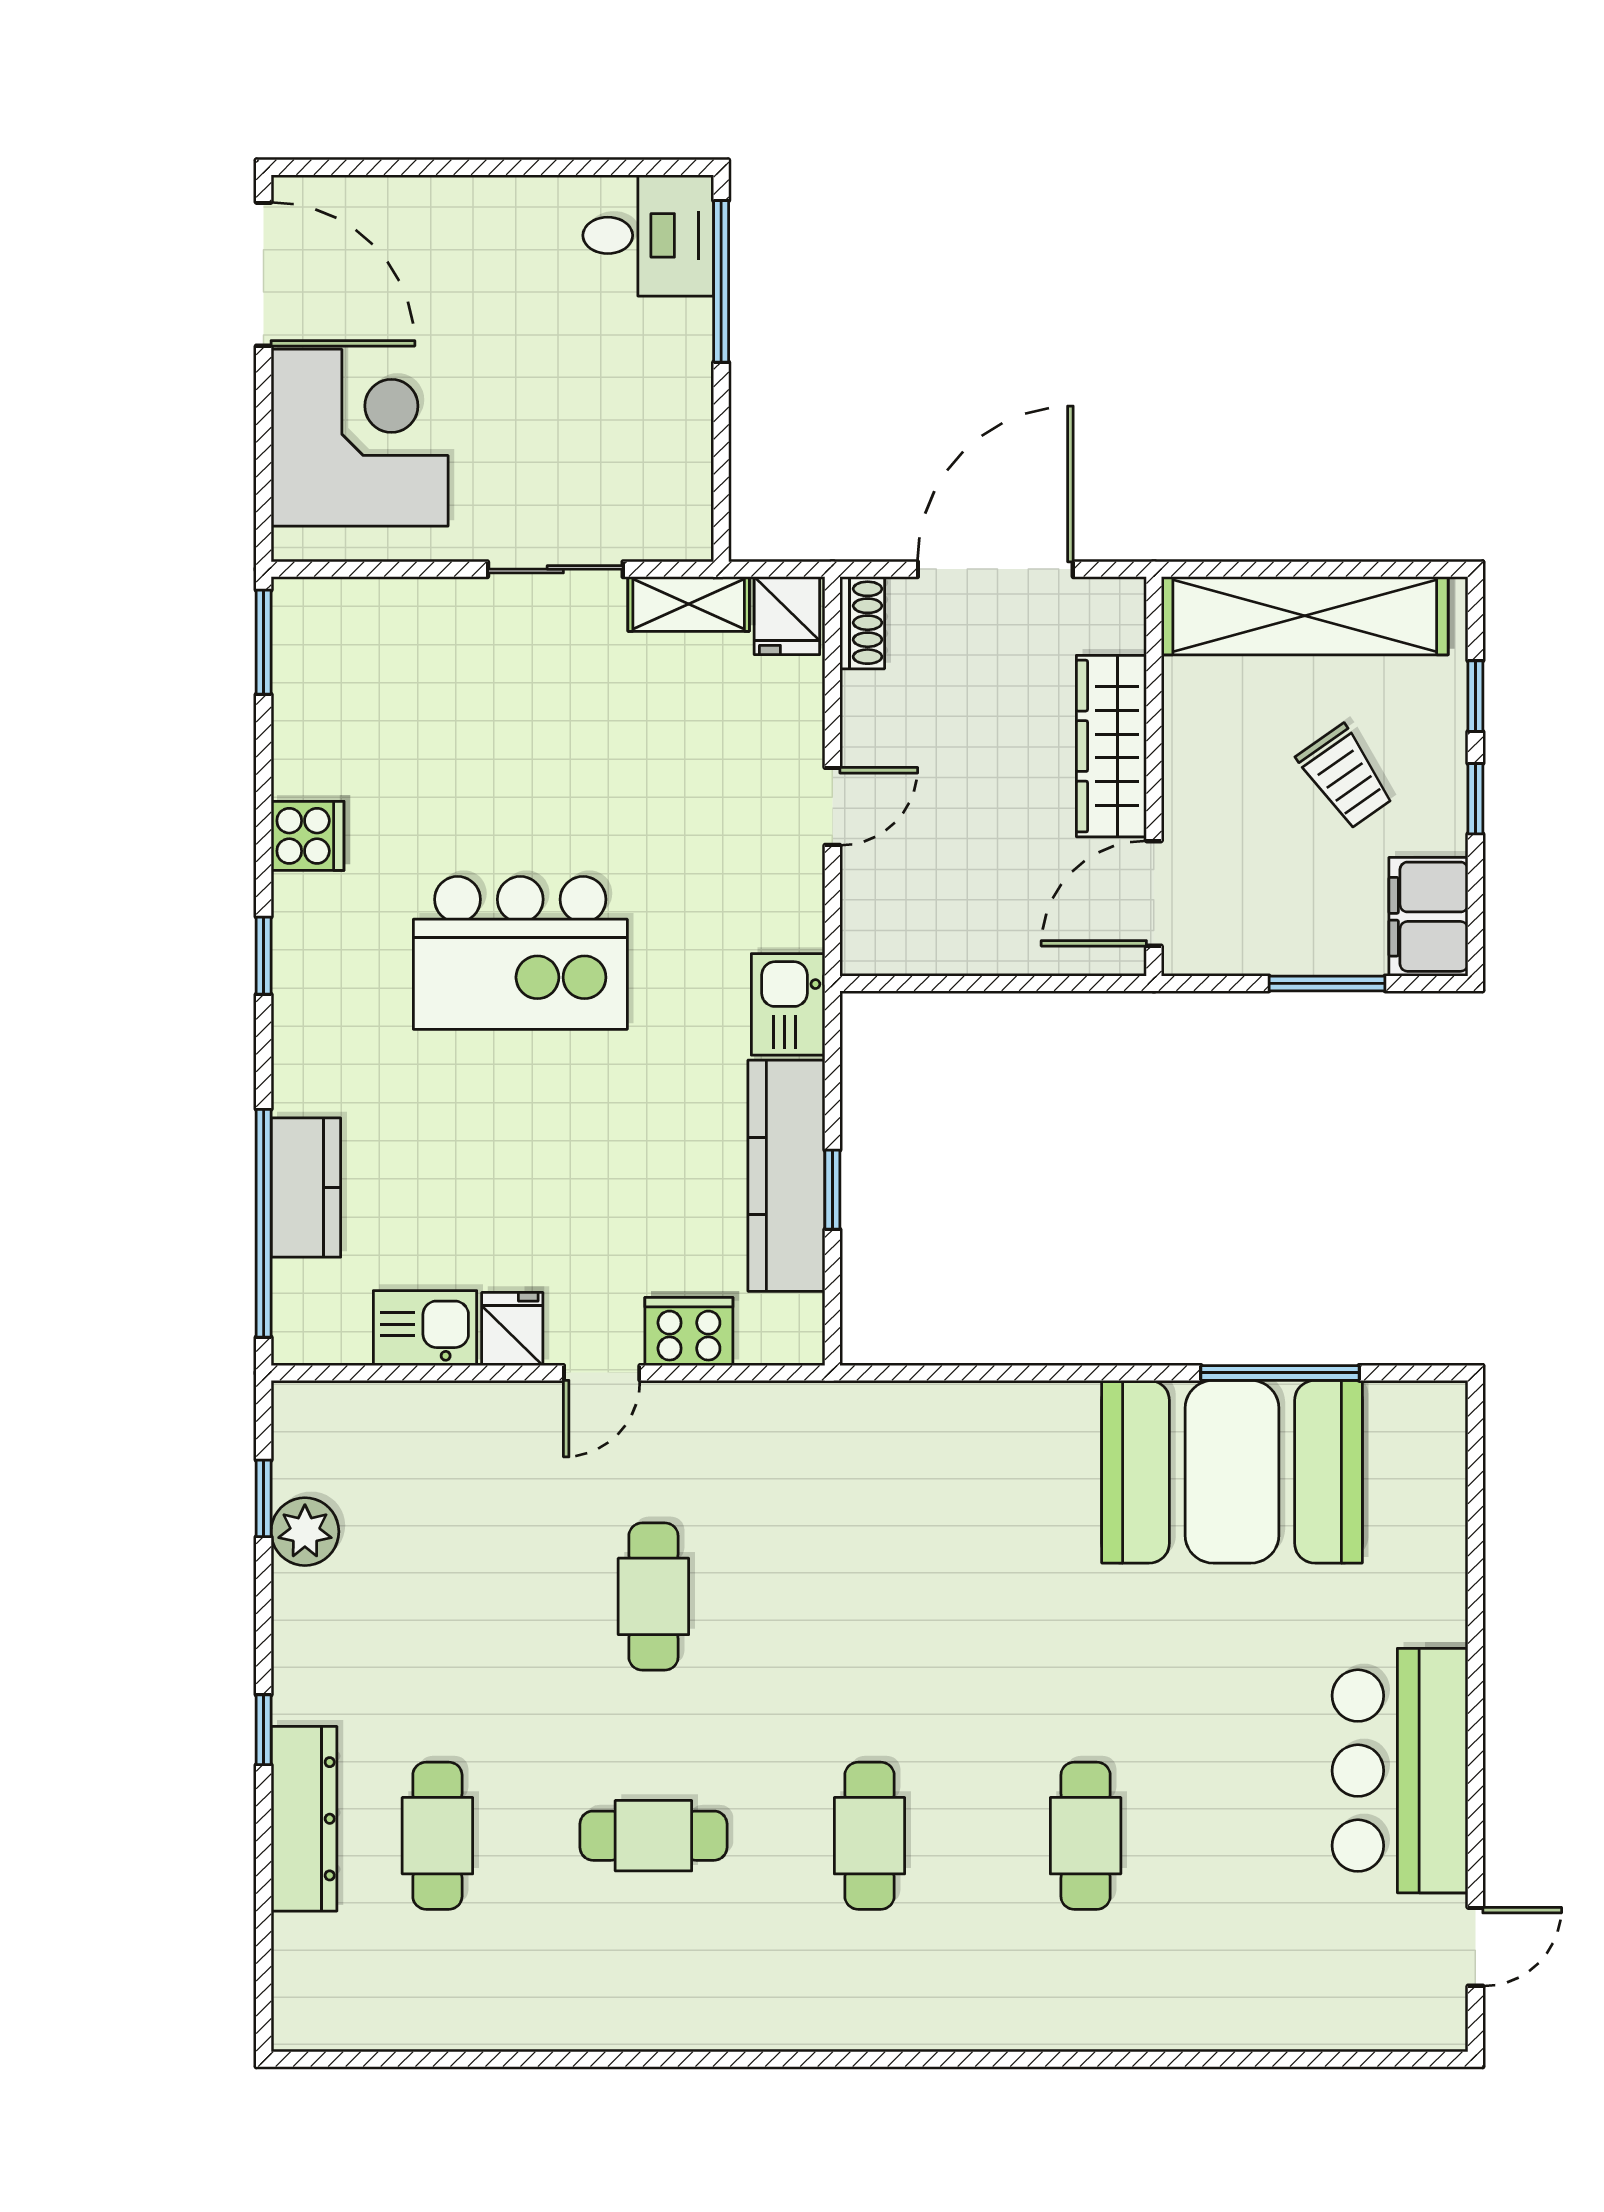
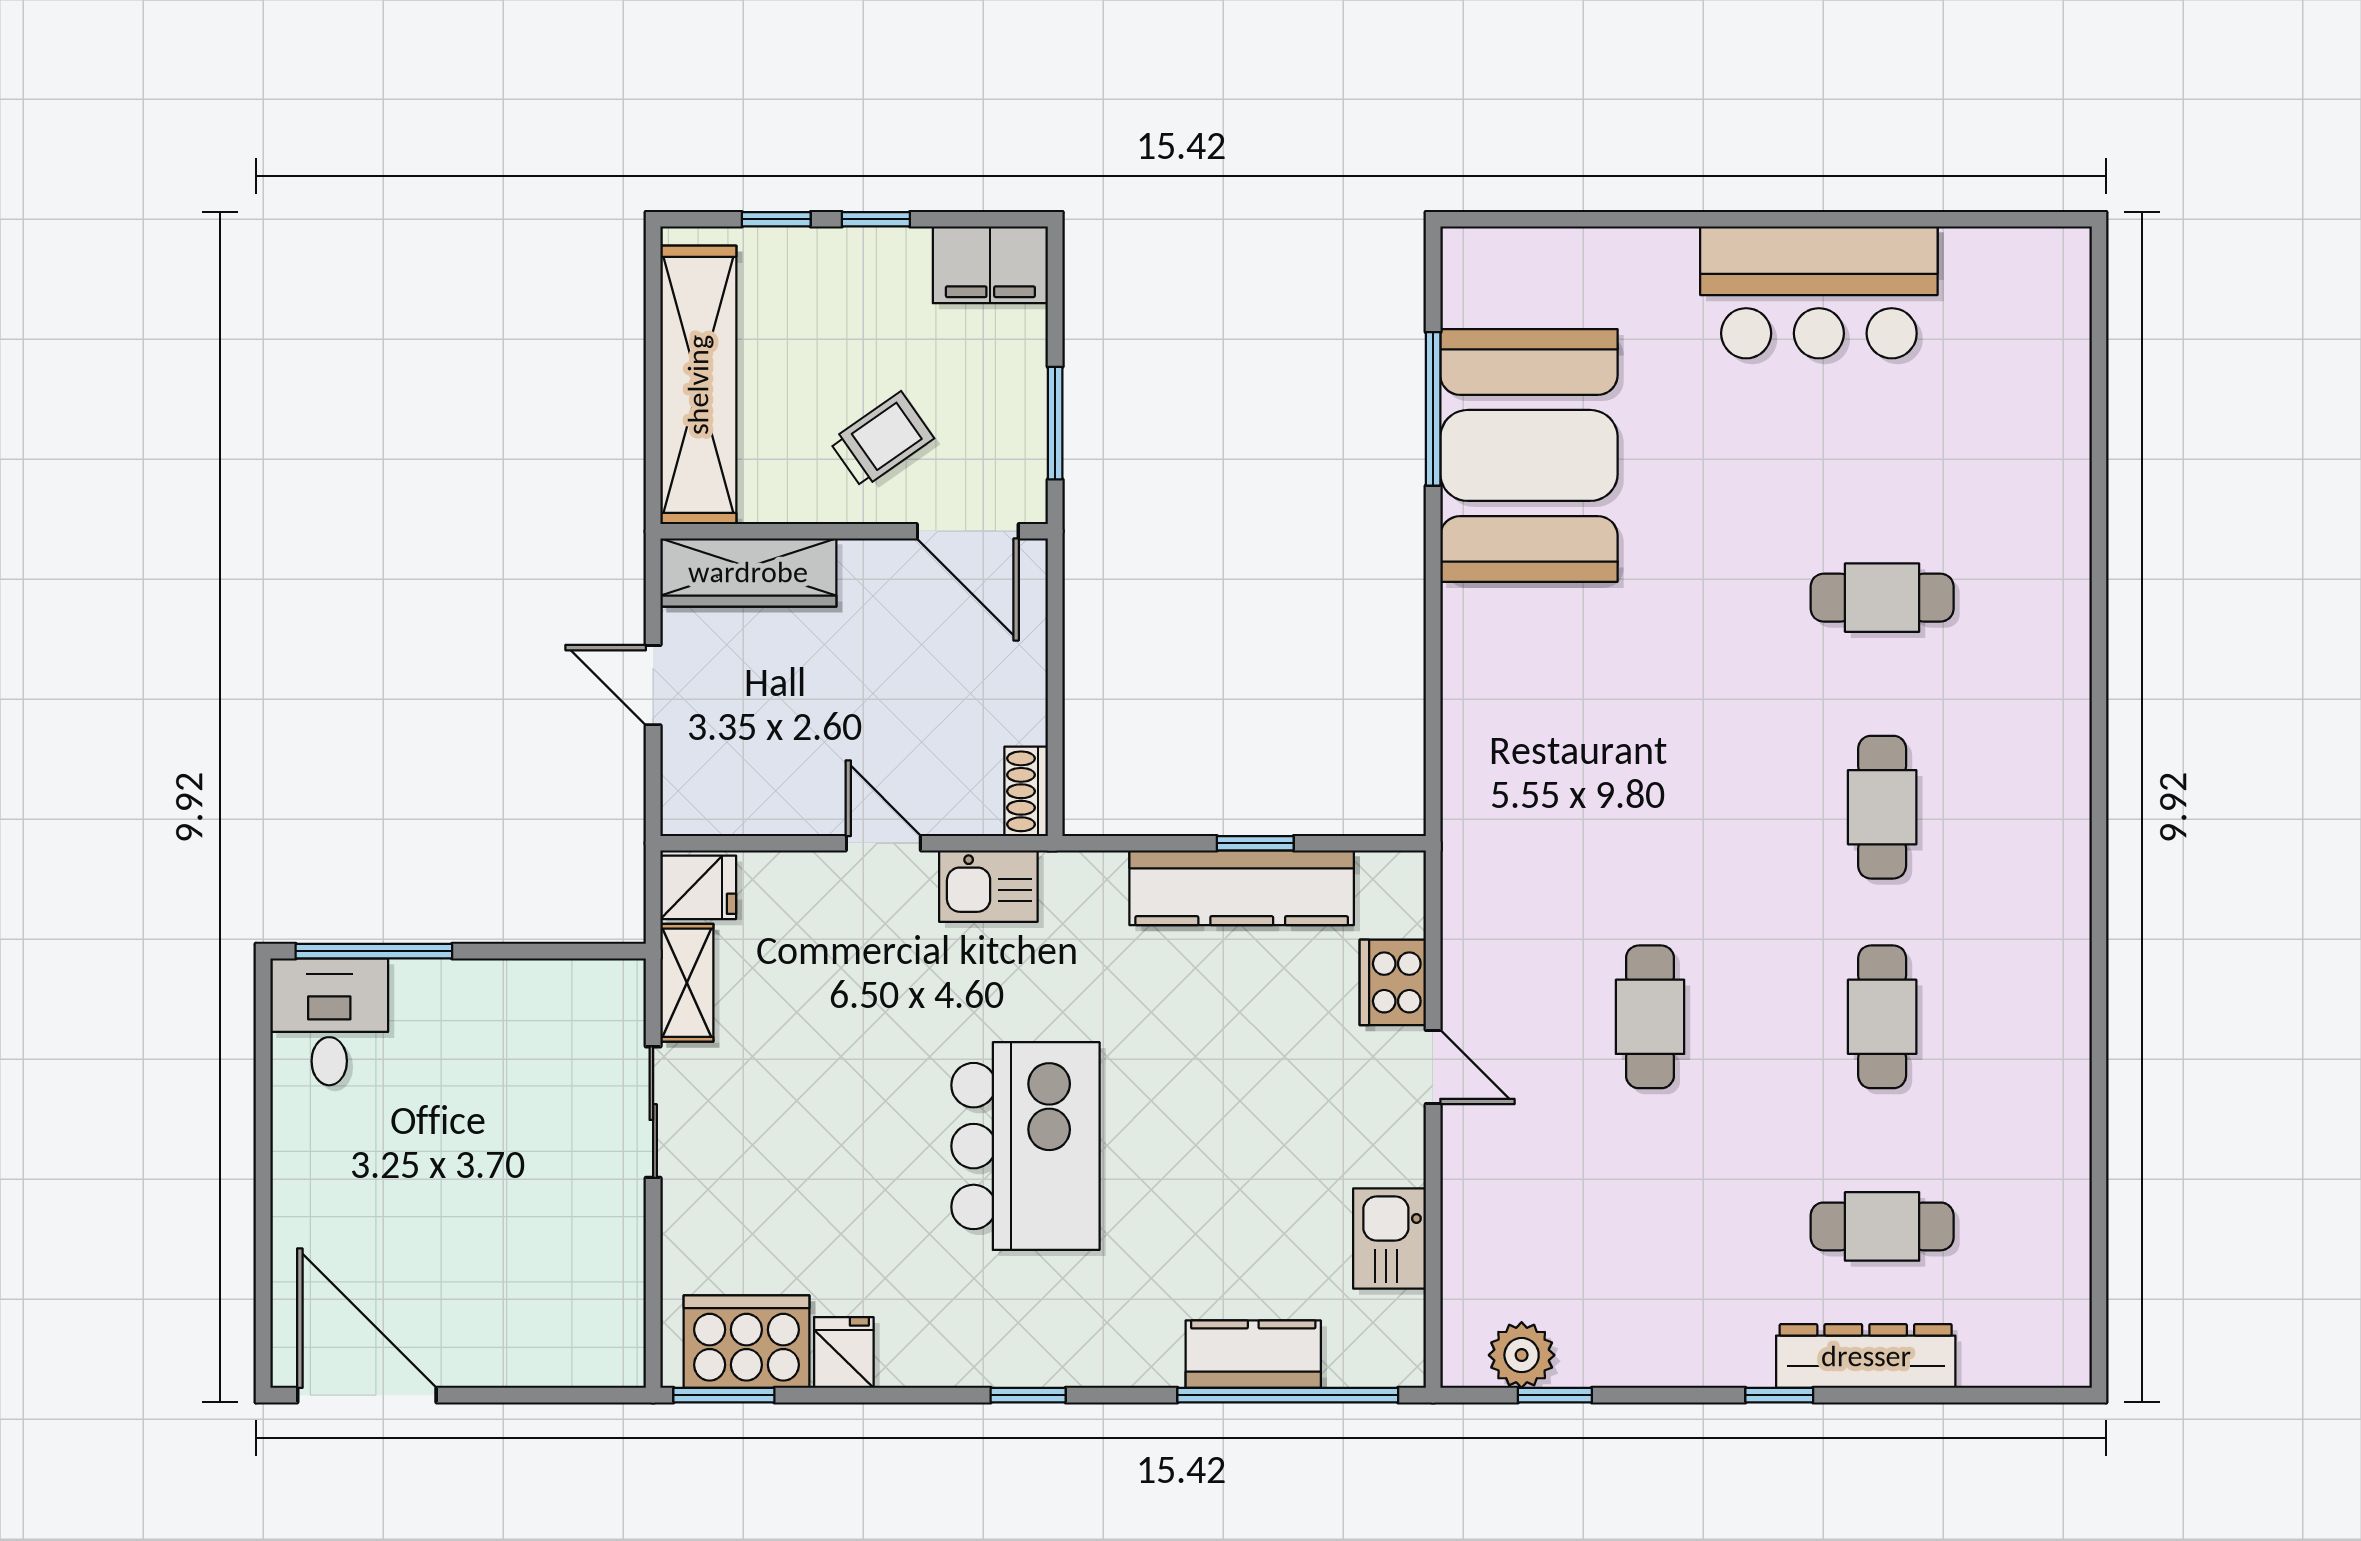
door: (264, 274) -> (367, 1395), hinge flipped
corner desk: (360, 438) -> (526, 1302), removed
door: (995, 569) -> (653, 685), width x0.53
shoe rack: (862, 623) -> (1026, 791), moved, turned -90
wardrobe: (1111, 746) -> (748, 572), moved
trolley: (1345, 777) -> (882, 440), moved
cooker: (307, 836) -> (746, 1342), moved, width x1.87, depth x1.31
window: (1327, 983) -> (1055, 423), moved
kitchen sink: (788, 1004) -> (988, 886), moved
fridge: (512, 1329) -> (844, 1352), moved, turned 90
plant: (305, 1532) -> (1522, 1355), moved
cafe table: (653, 1596) -> (1650, 1017), turned 90
cafe table: (869, 1836) -> (1882, 807), turned 90
door: (1475, 1947) -> (1990, 219), removed

